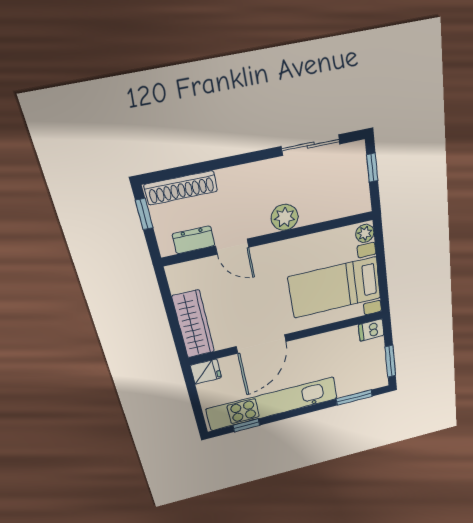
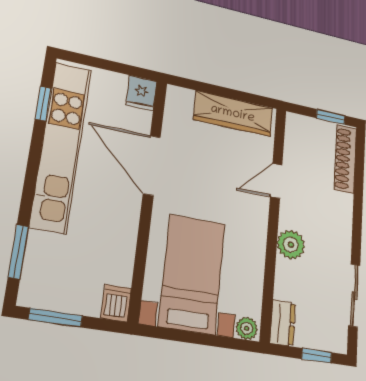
dresser: (194, 240) -> (283, 323), moved
wardrobe: (193, 324) -> (233, 114), moved

